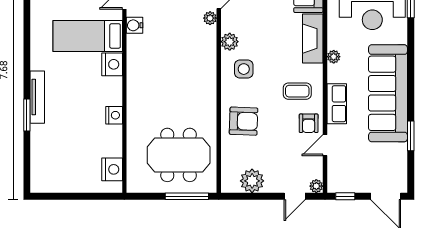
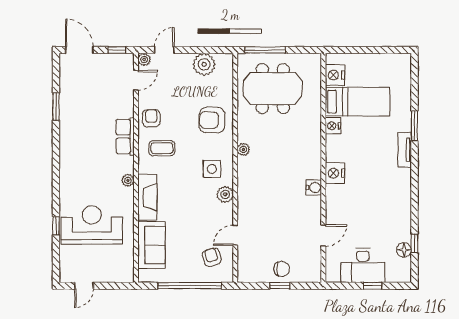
plant: (210, 18) -> (243, 149), moved
water cooler: (135, 25) -> (314, 187), moved
bed: (88, 36) -> (358, 102), moved
sofa: (388, 93) -> (77, 146), removed
tv unit: (37, 97) -> (405, 150), width x0.71
door: (325, 145) -> (136, 80), moved

